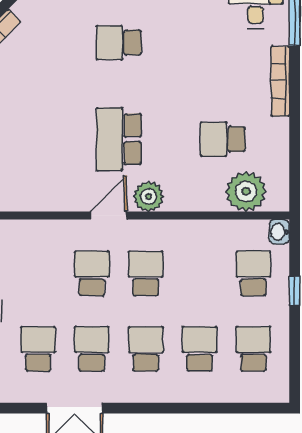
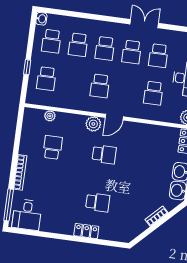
school desk: (119, 139) -> (104, 154), width x0.54
school desk: (223, 139) -> (53, 147), turned -90
plant: (246, 191) -> (50, 116), width x0.53, depth x0.53
washbasin: (279, 232) -> (41, 19), moved
school desk: (92, 273) -> (153, 93), moved

